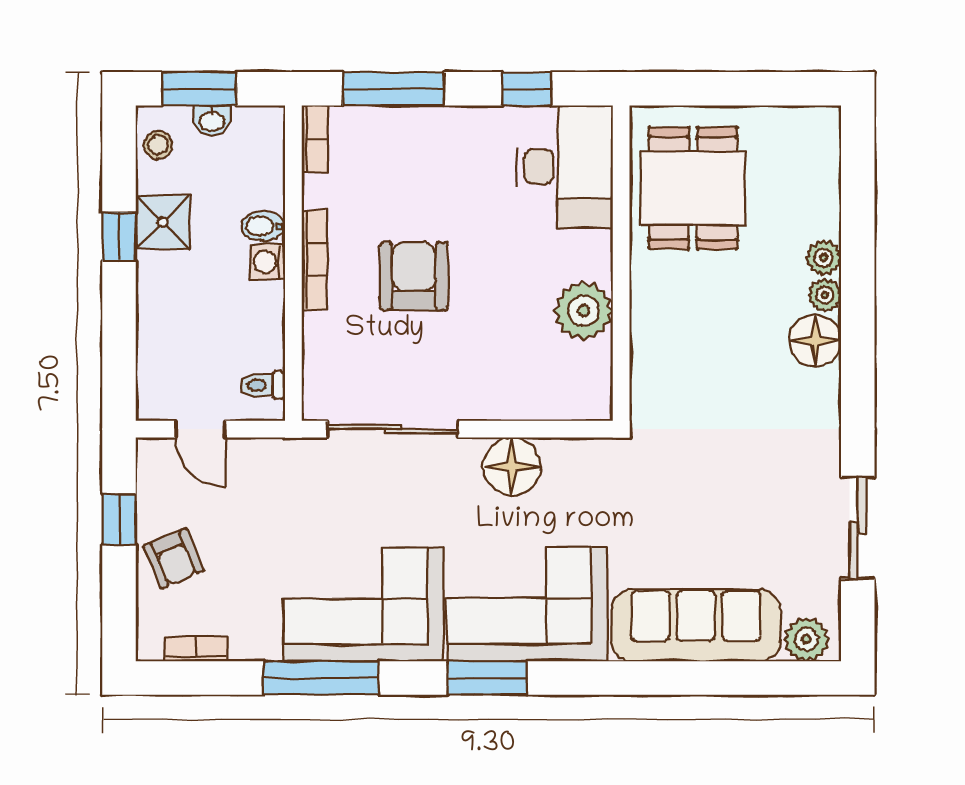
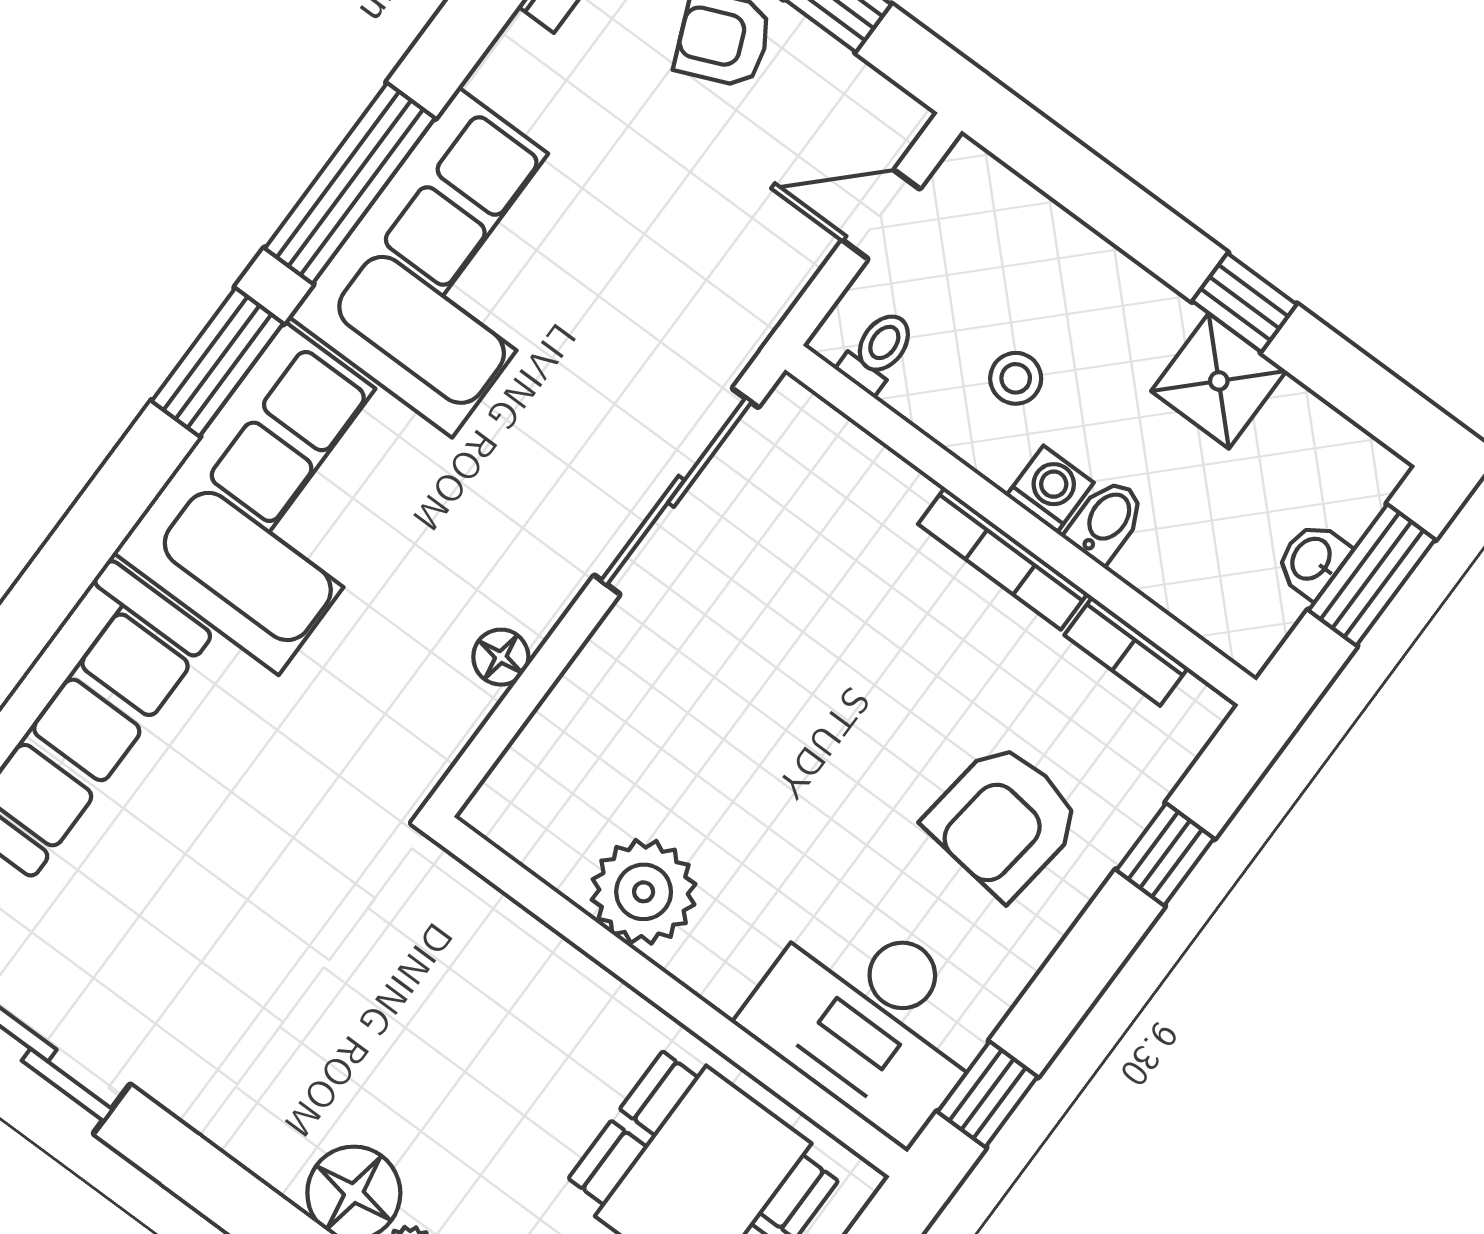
window: (393, 89) -> (1165, 854), width x0.46
window: (527, 89) -> (988, 1094), moved
bookcase: (315, 139) -> (1126, 651), moved
stool: (158, 145) -> (1016, 378), moved
armchair: (414, 276) -> (1004, 820), moved, turned 97
floor lamp: (512, 466) -> (501, 657), width x0.53, depth x0.53
window: (321, 678) -> (350, 183), moved

